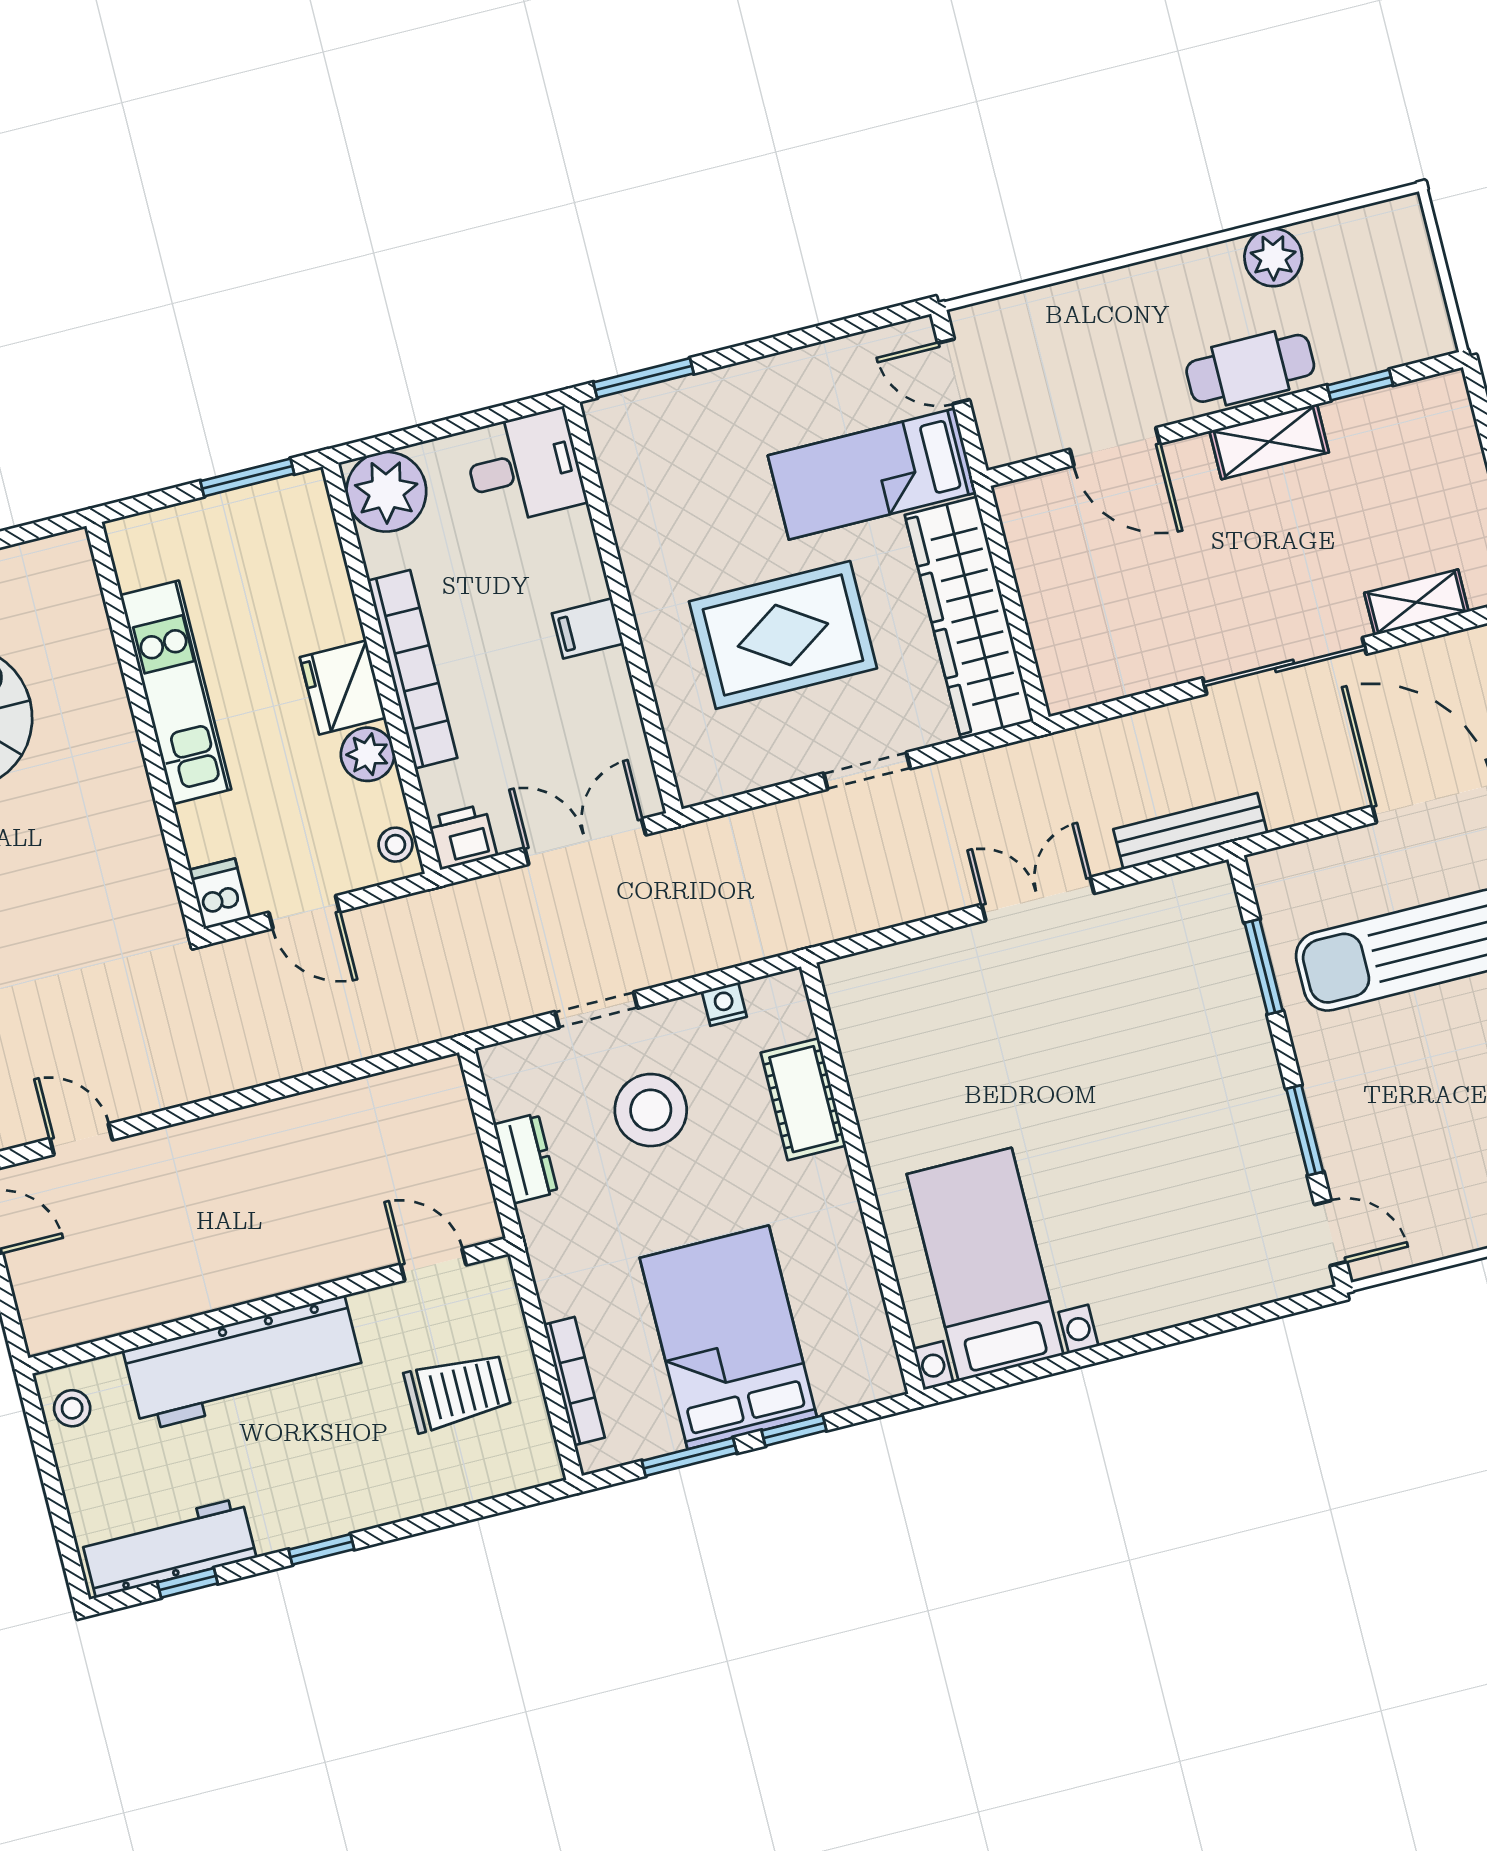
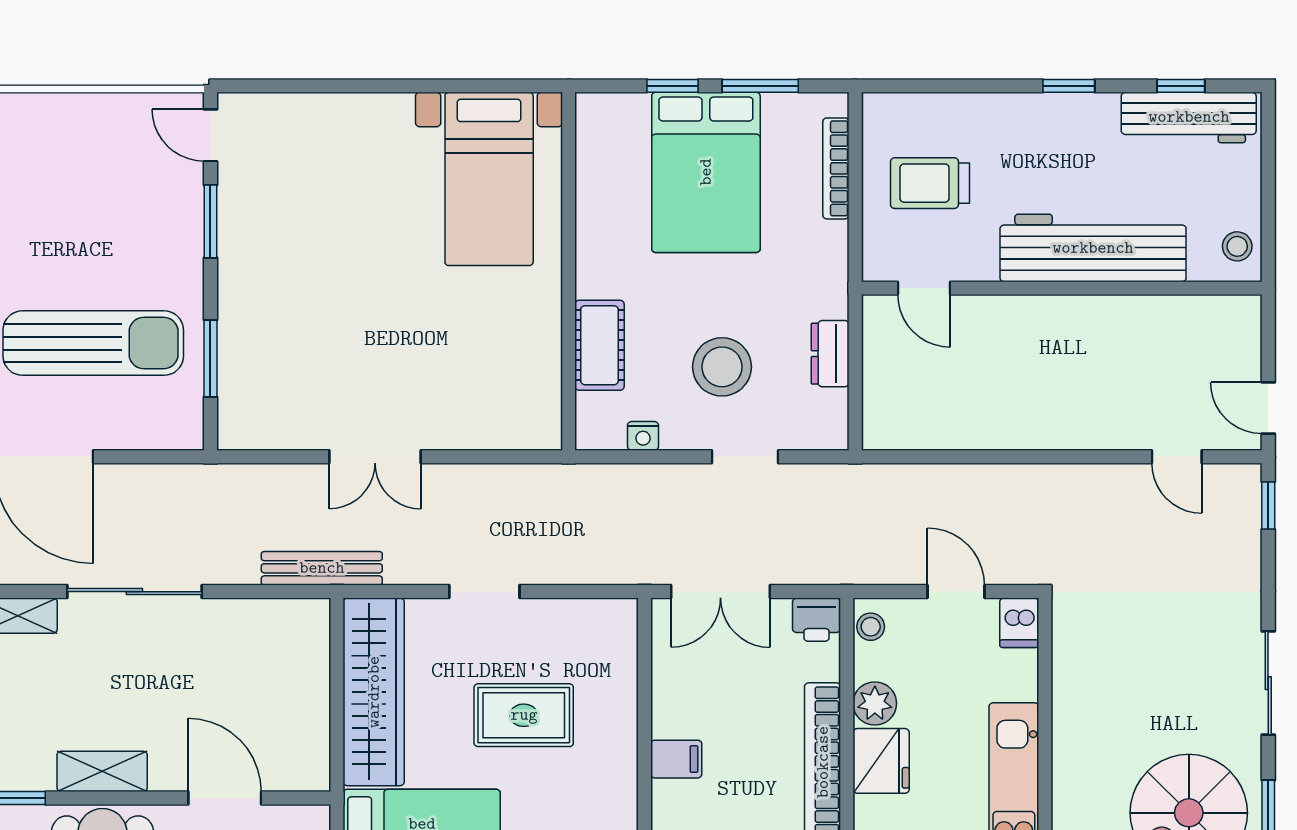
rug: (783, 635) -> (524, 715), width x0.73, depth x0.70
bench: (1190, 831) -> (322, 568), moved

